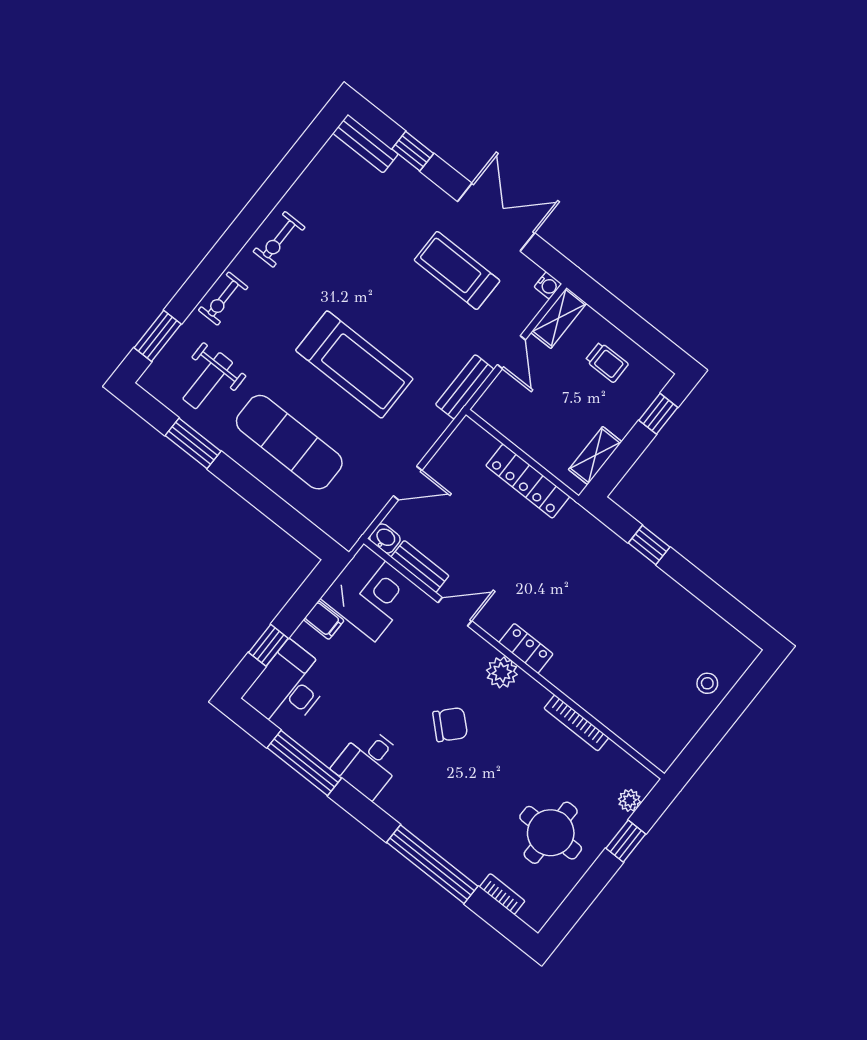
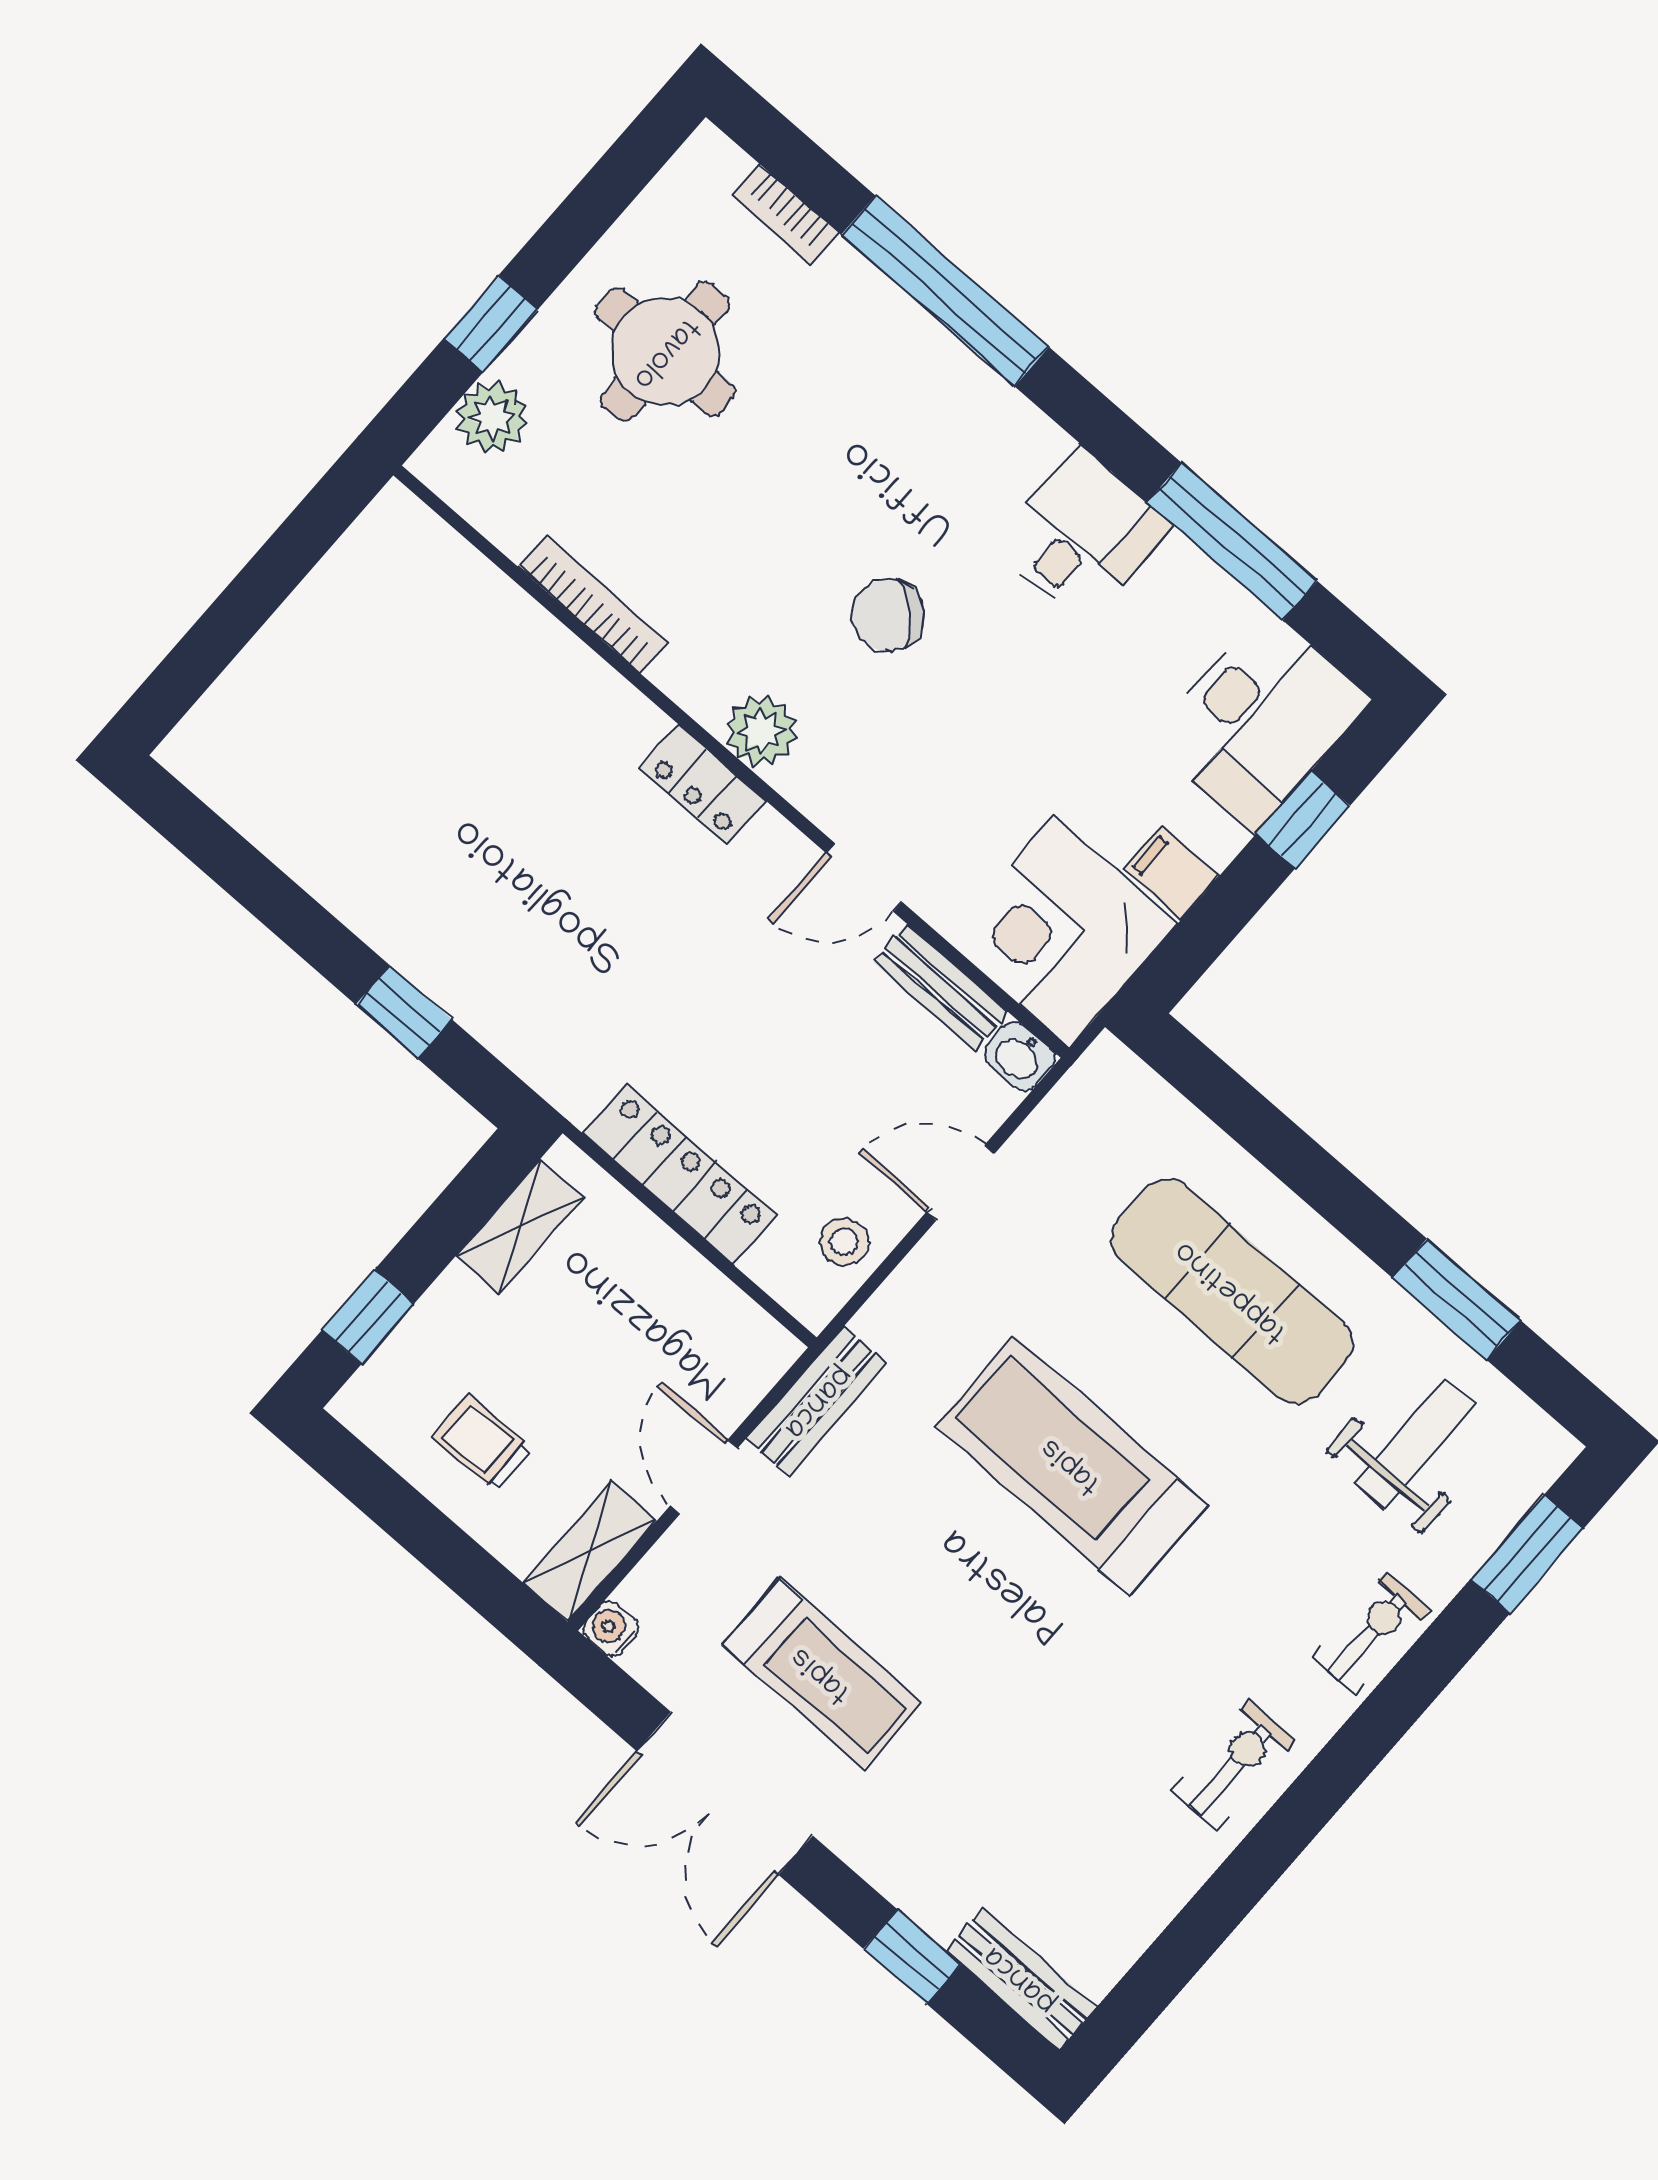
stool: (707, 683) -> (844, 1242), moved
plant: (630, 800) -> (491, 417), width x1.38, depth x1.38

